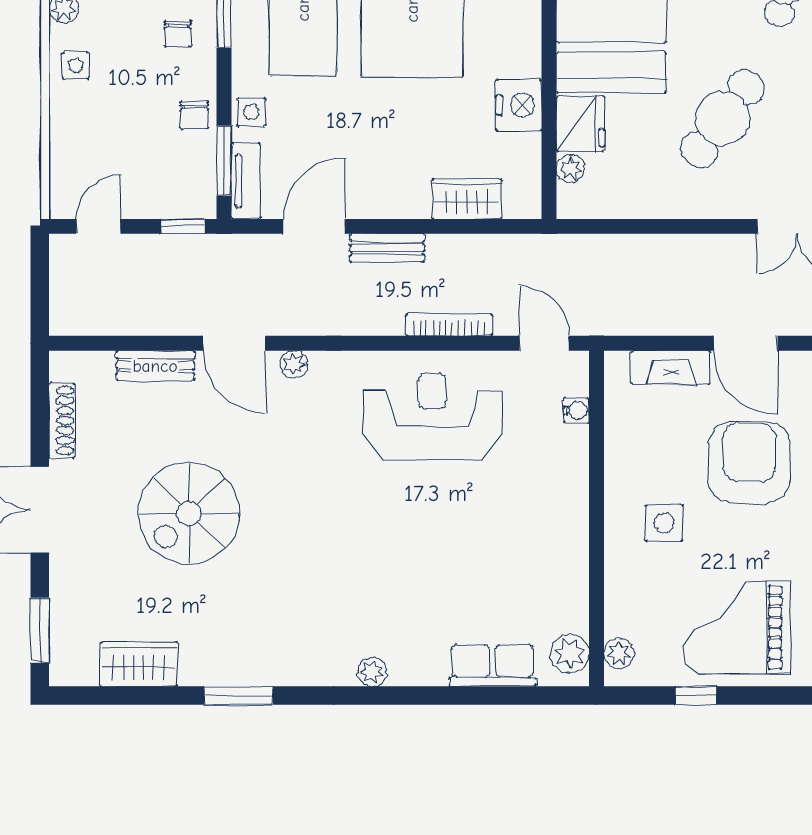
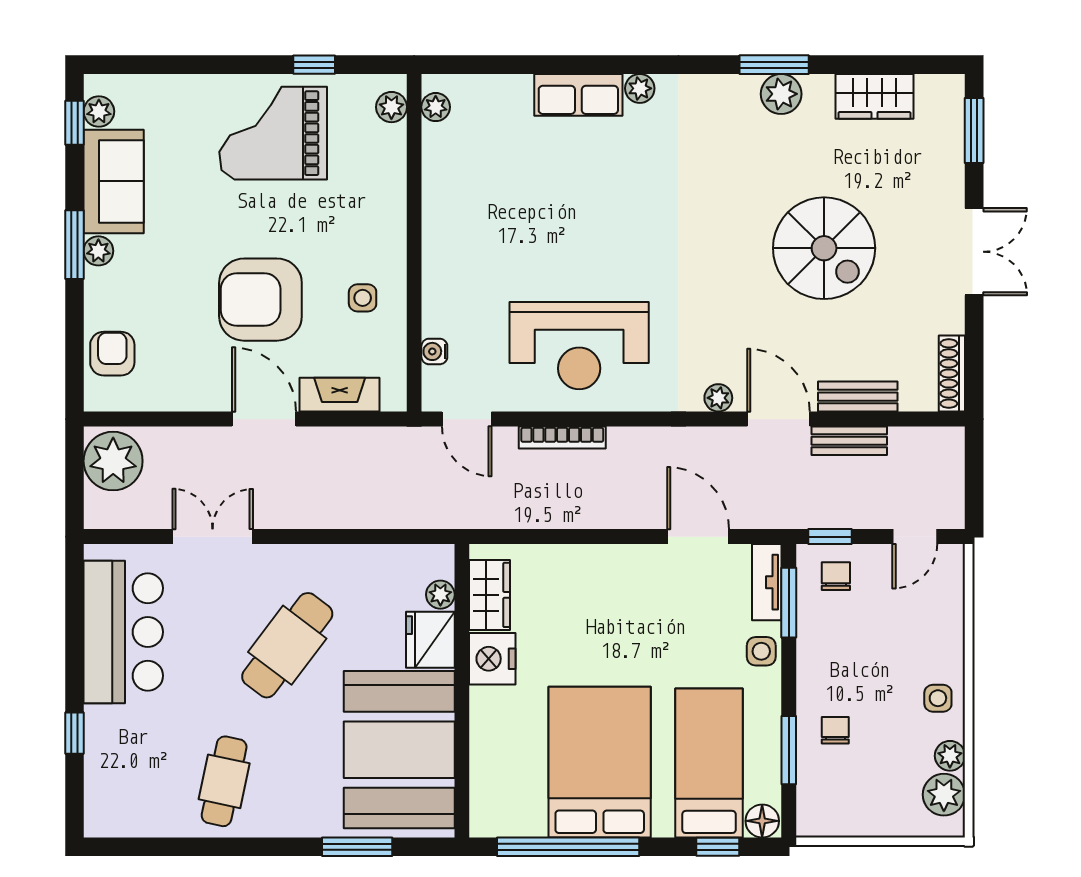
chair: (194, 115) -> (836, 576), moved
wardrobe: (467, 199) -> (490, 595), moved, turned -90
door: (314, 226) -> (698, 537), swing flipped
bench: (387, 248) -> (849, 441), moved
shoe rack: (62, 420) -> (952, 373), moved
armchair: (749, 462) -> (260, 300), turned 90
spiral stairs: (189, 513) -> (824, 248), turned 90
side table: (664, 523) -> (363, 298), moved, width x0.73, depth x0.73
grand piano: (737, 628) -> (273, 133), turned 180
plant: (570, 654) -> (436, 107), width x0.73, depth x0.73
plant: (232, 666) -> (781, 94), added
row of seats: (493, 666) -> (578, 95), moved

